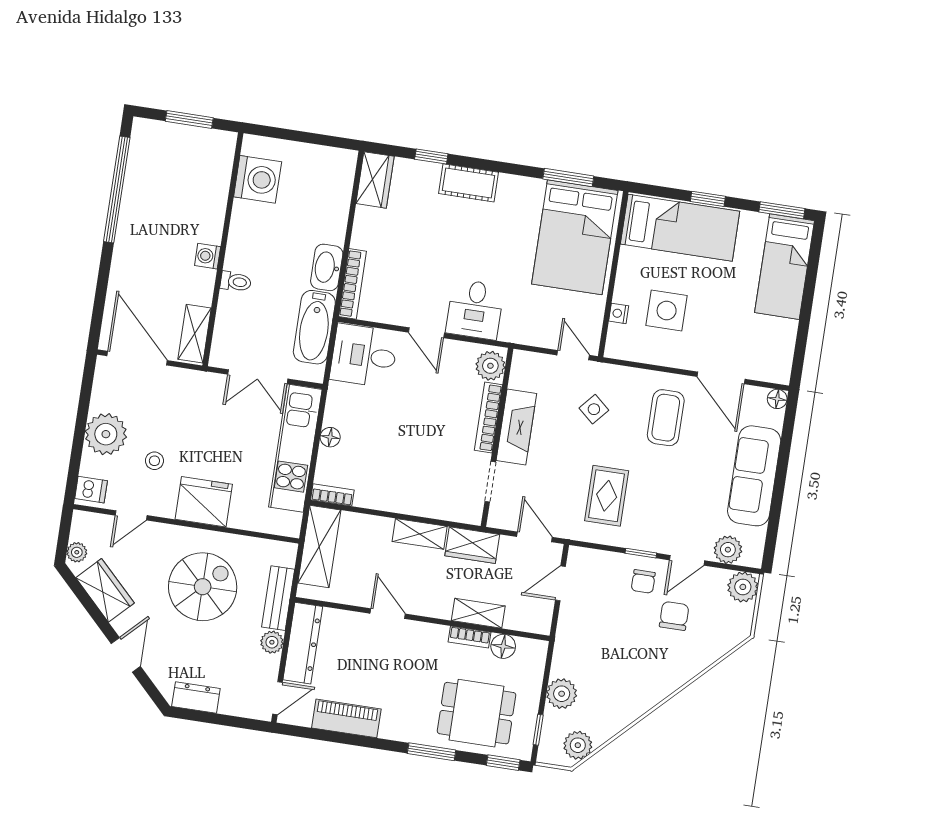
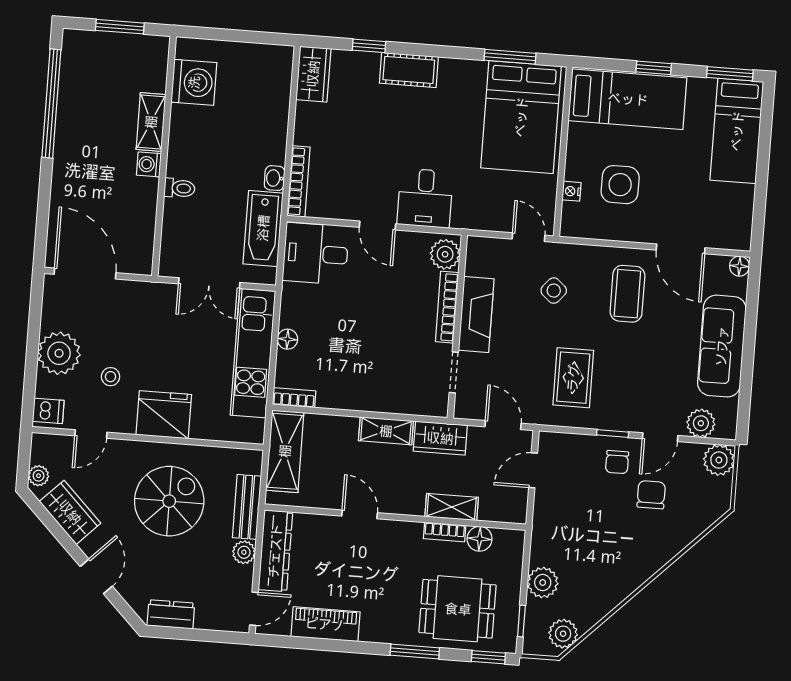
washbasin: (327, 267) -> (275, 178), width x0.52, depth x0.69
shelving: (195, 334) -> (151, 122), moved

